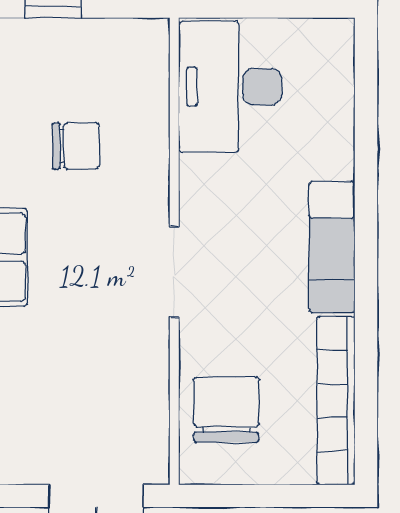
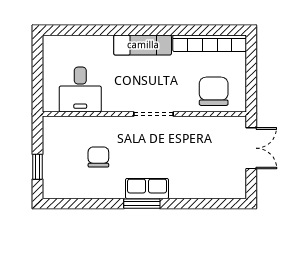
desk: (230, 87) -> (80, 90), width x0.73
chair: (226, 410) -> (214, 91), turned 90

